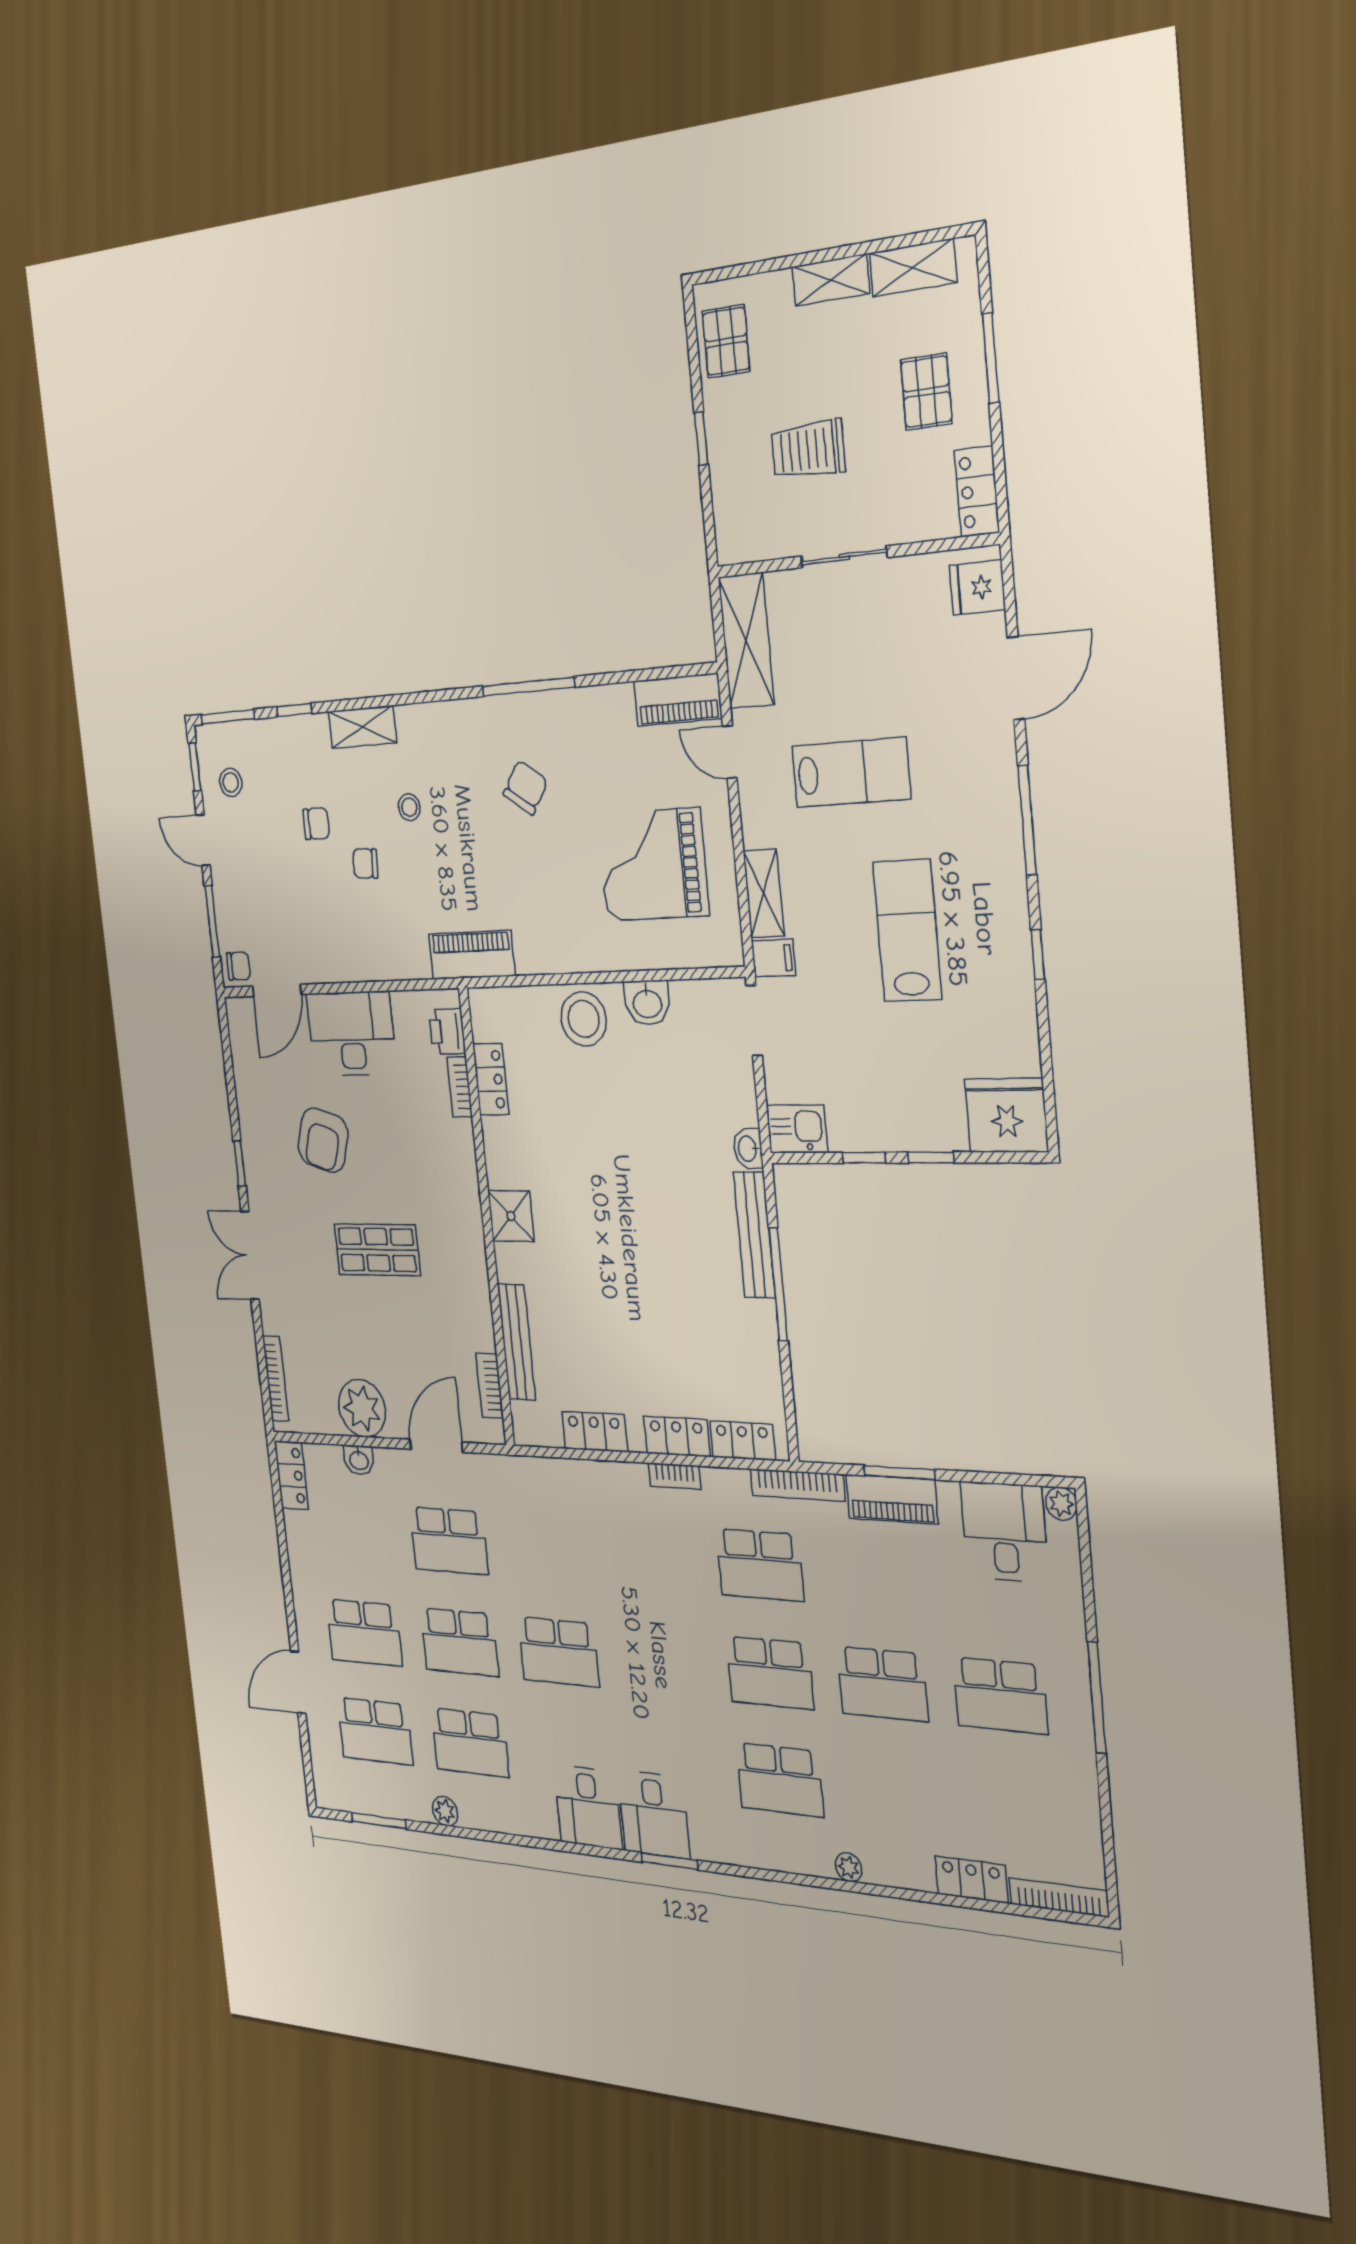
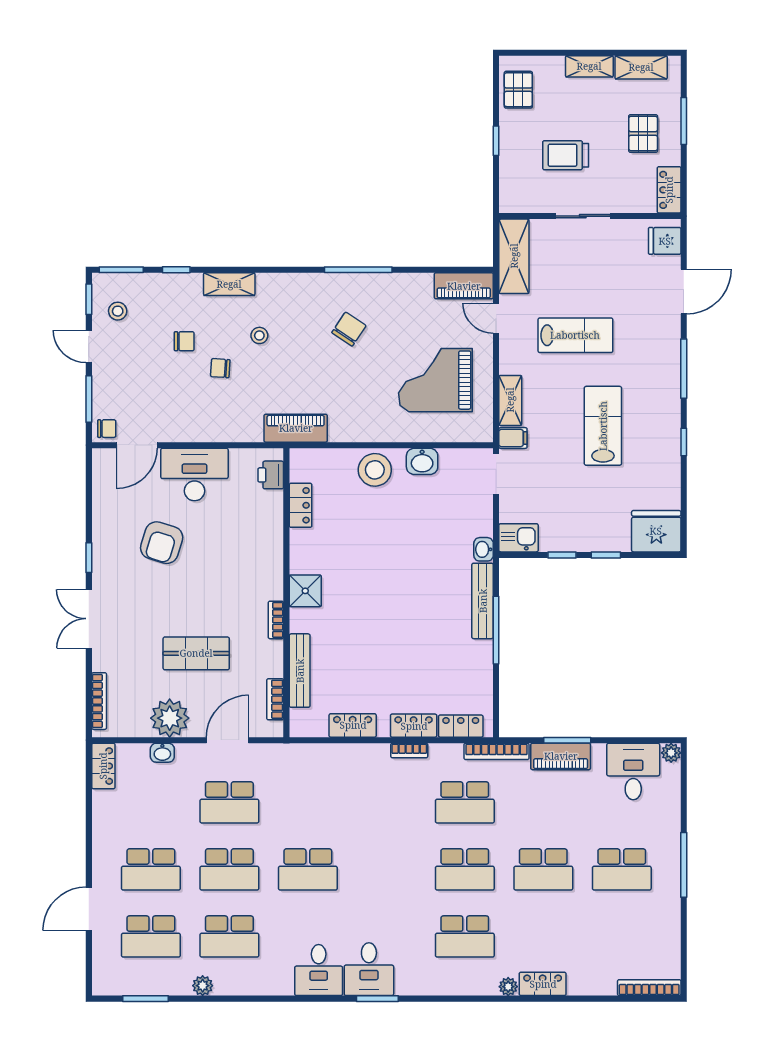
bookcase: (460, 1087) -> (276, 620), moved
shop shelf: (377, 1250) -> (196, 653), moved
locker: (972, 1880) -> (543, 984), moved

